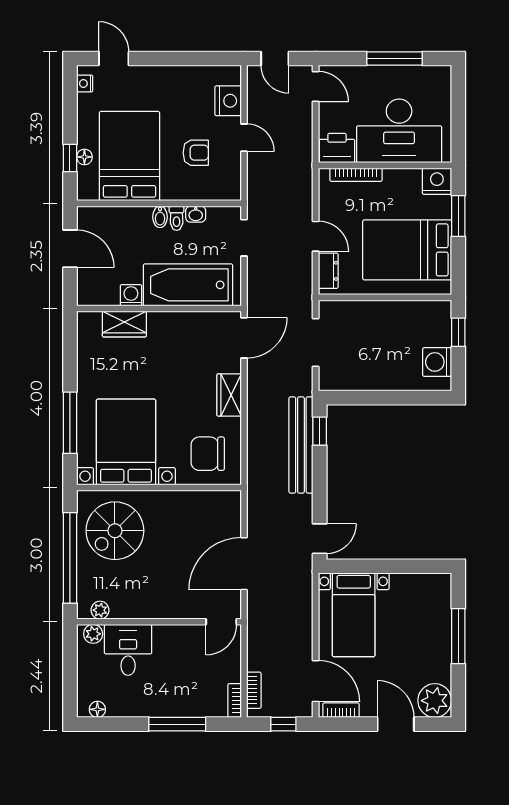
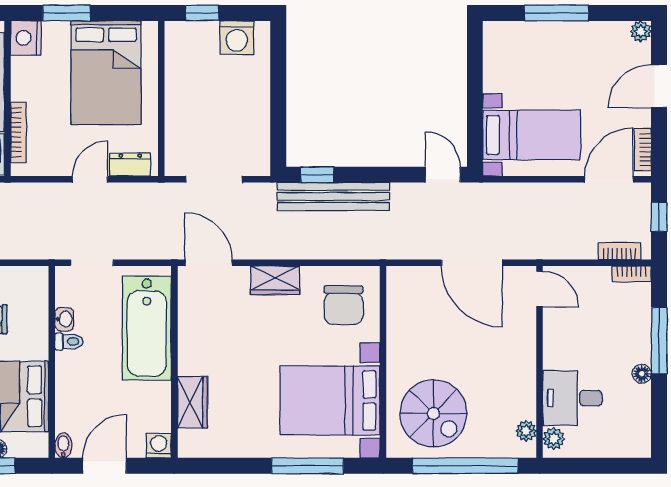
bidet: (160, 217) -> (63, 445), moved, turned -90
washing machine: (131, 295) -> (159, 446), moved, turned 90
plant: (435, 701) -> (641, 31), width x0.53, depth x0.53
floor lamp: (97, 709) -> (642, 374), moved

